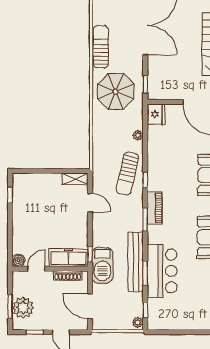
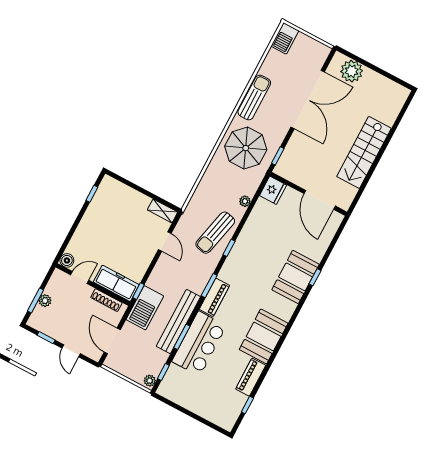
piano: (155, 208) -> (214, 297), moved
plant: (23, 308) -> (45, 301), width x0.53, depth x0.53

